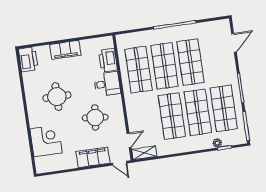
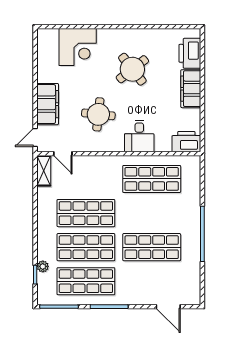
printer: (28, 59) -> (190, 53), moved, turned 90
printer: (108, 60) -> (186, 142), moved
shop shelf: (165, 66) -> (152, 213), removed
round table: (57, 97) -> (132, 69), turned -38

